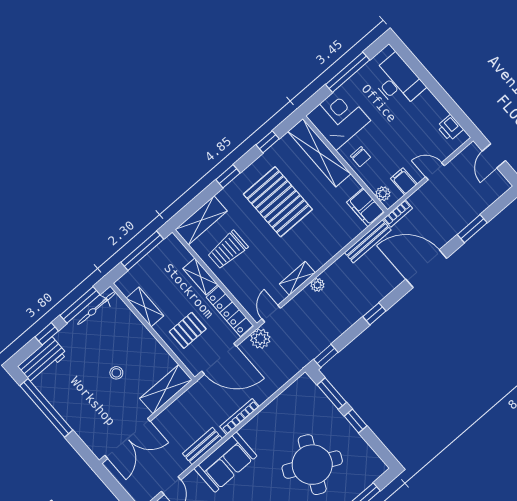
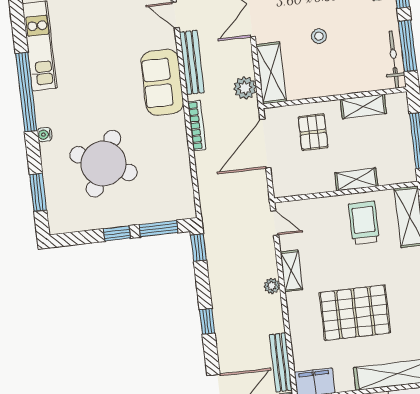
pallet: (278, 202) -> (355, 313), moved
locker: (230, 311) -> (304, 185), removed
plant: (260, 339) -> (245, 88), moved
bench: (202, 446) -> (192, 62), width x1.36

